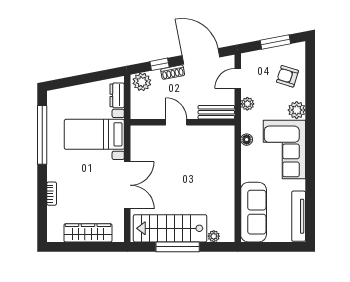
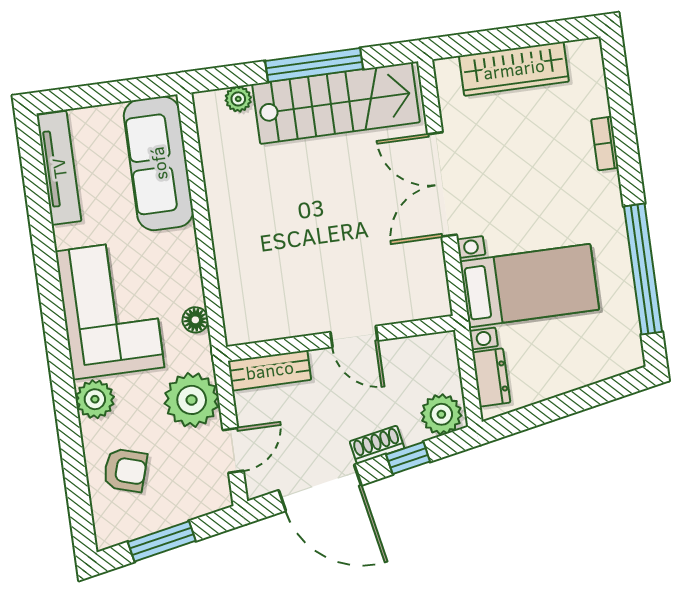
plant: (247, 104) -> (192, 400), width x1.87, depth x1.87

